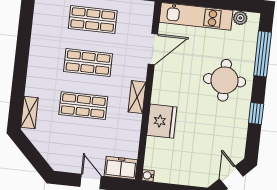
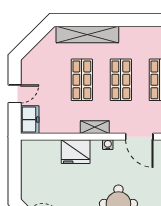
shelving: (29, 112) -> (87, 34), width x2.20, depth x1.33
water cooler: (148, 176) -> (108, 145), moved

